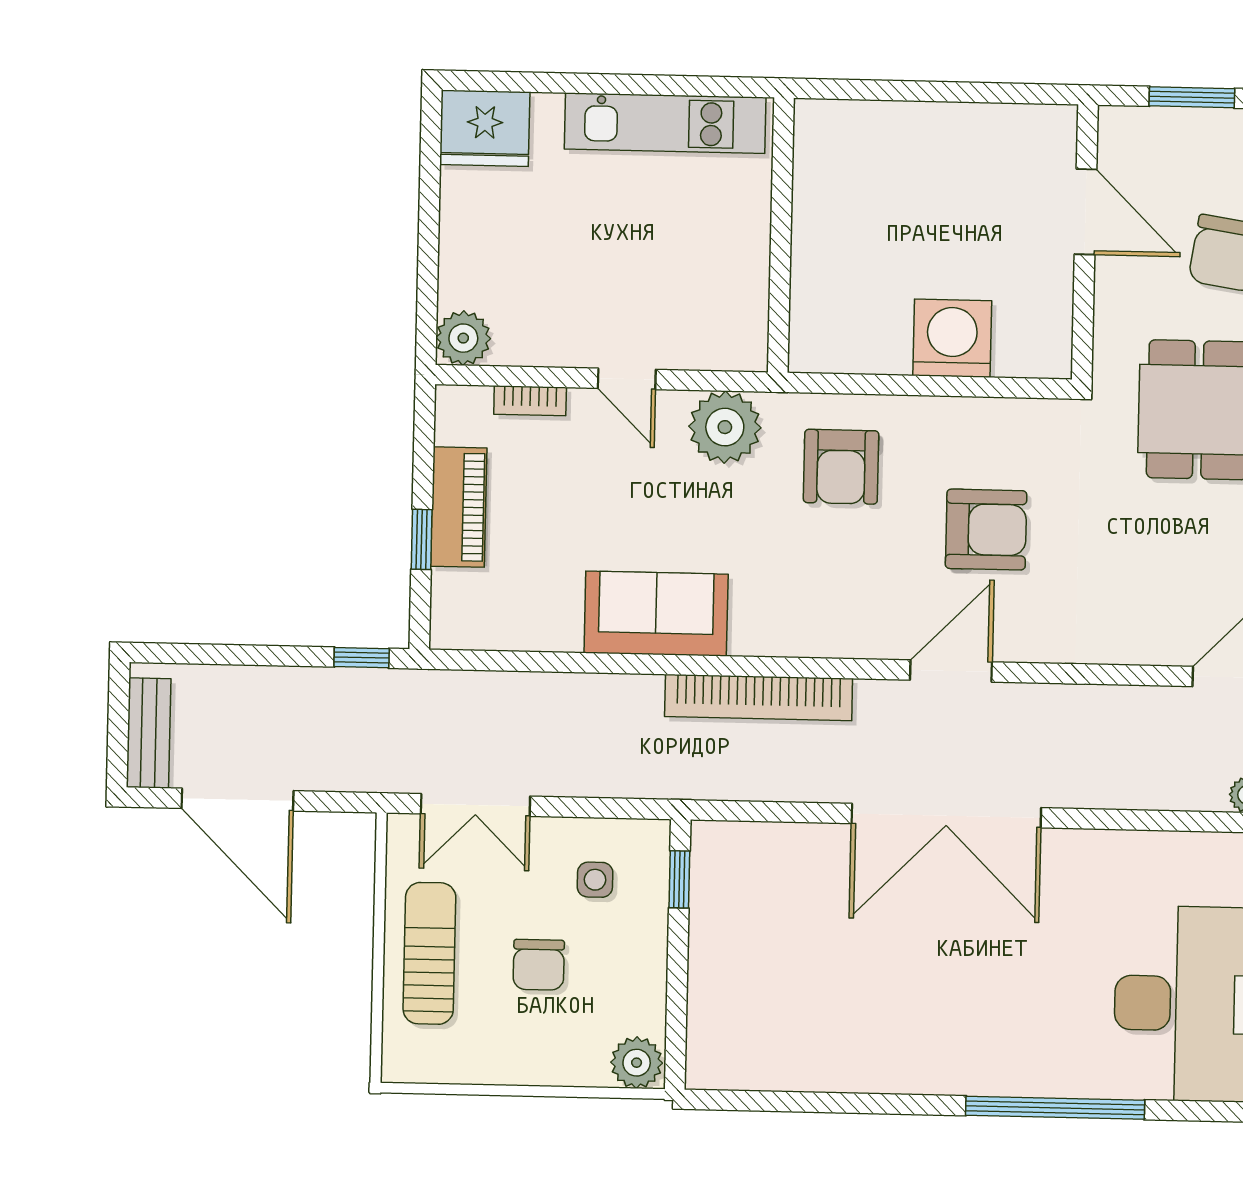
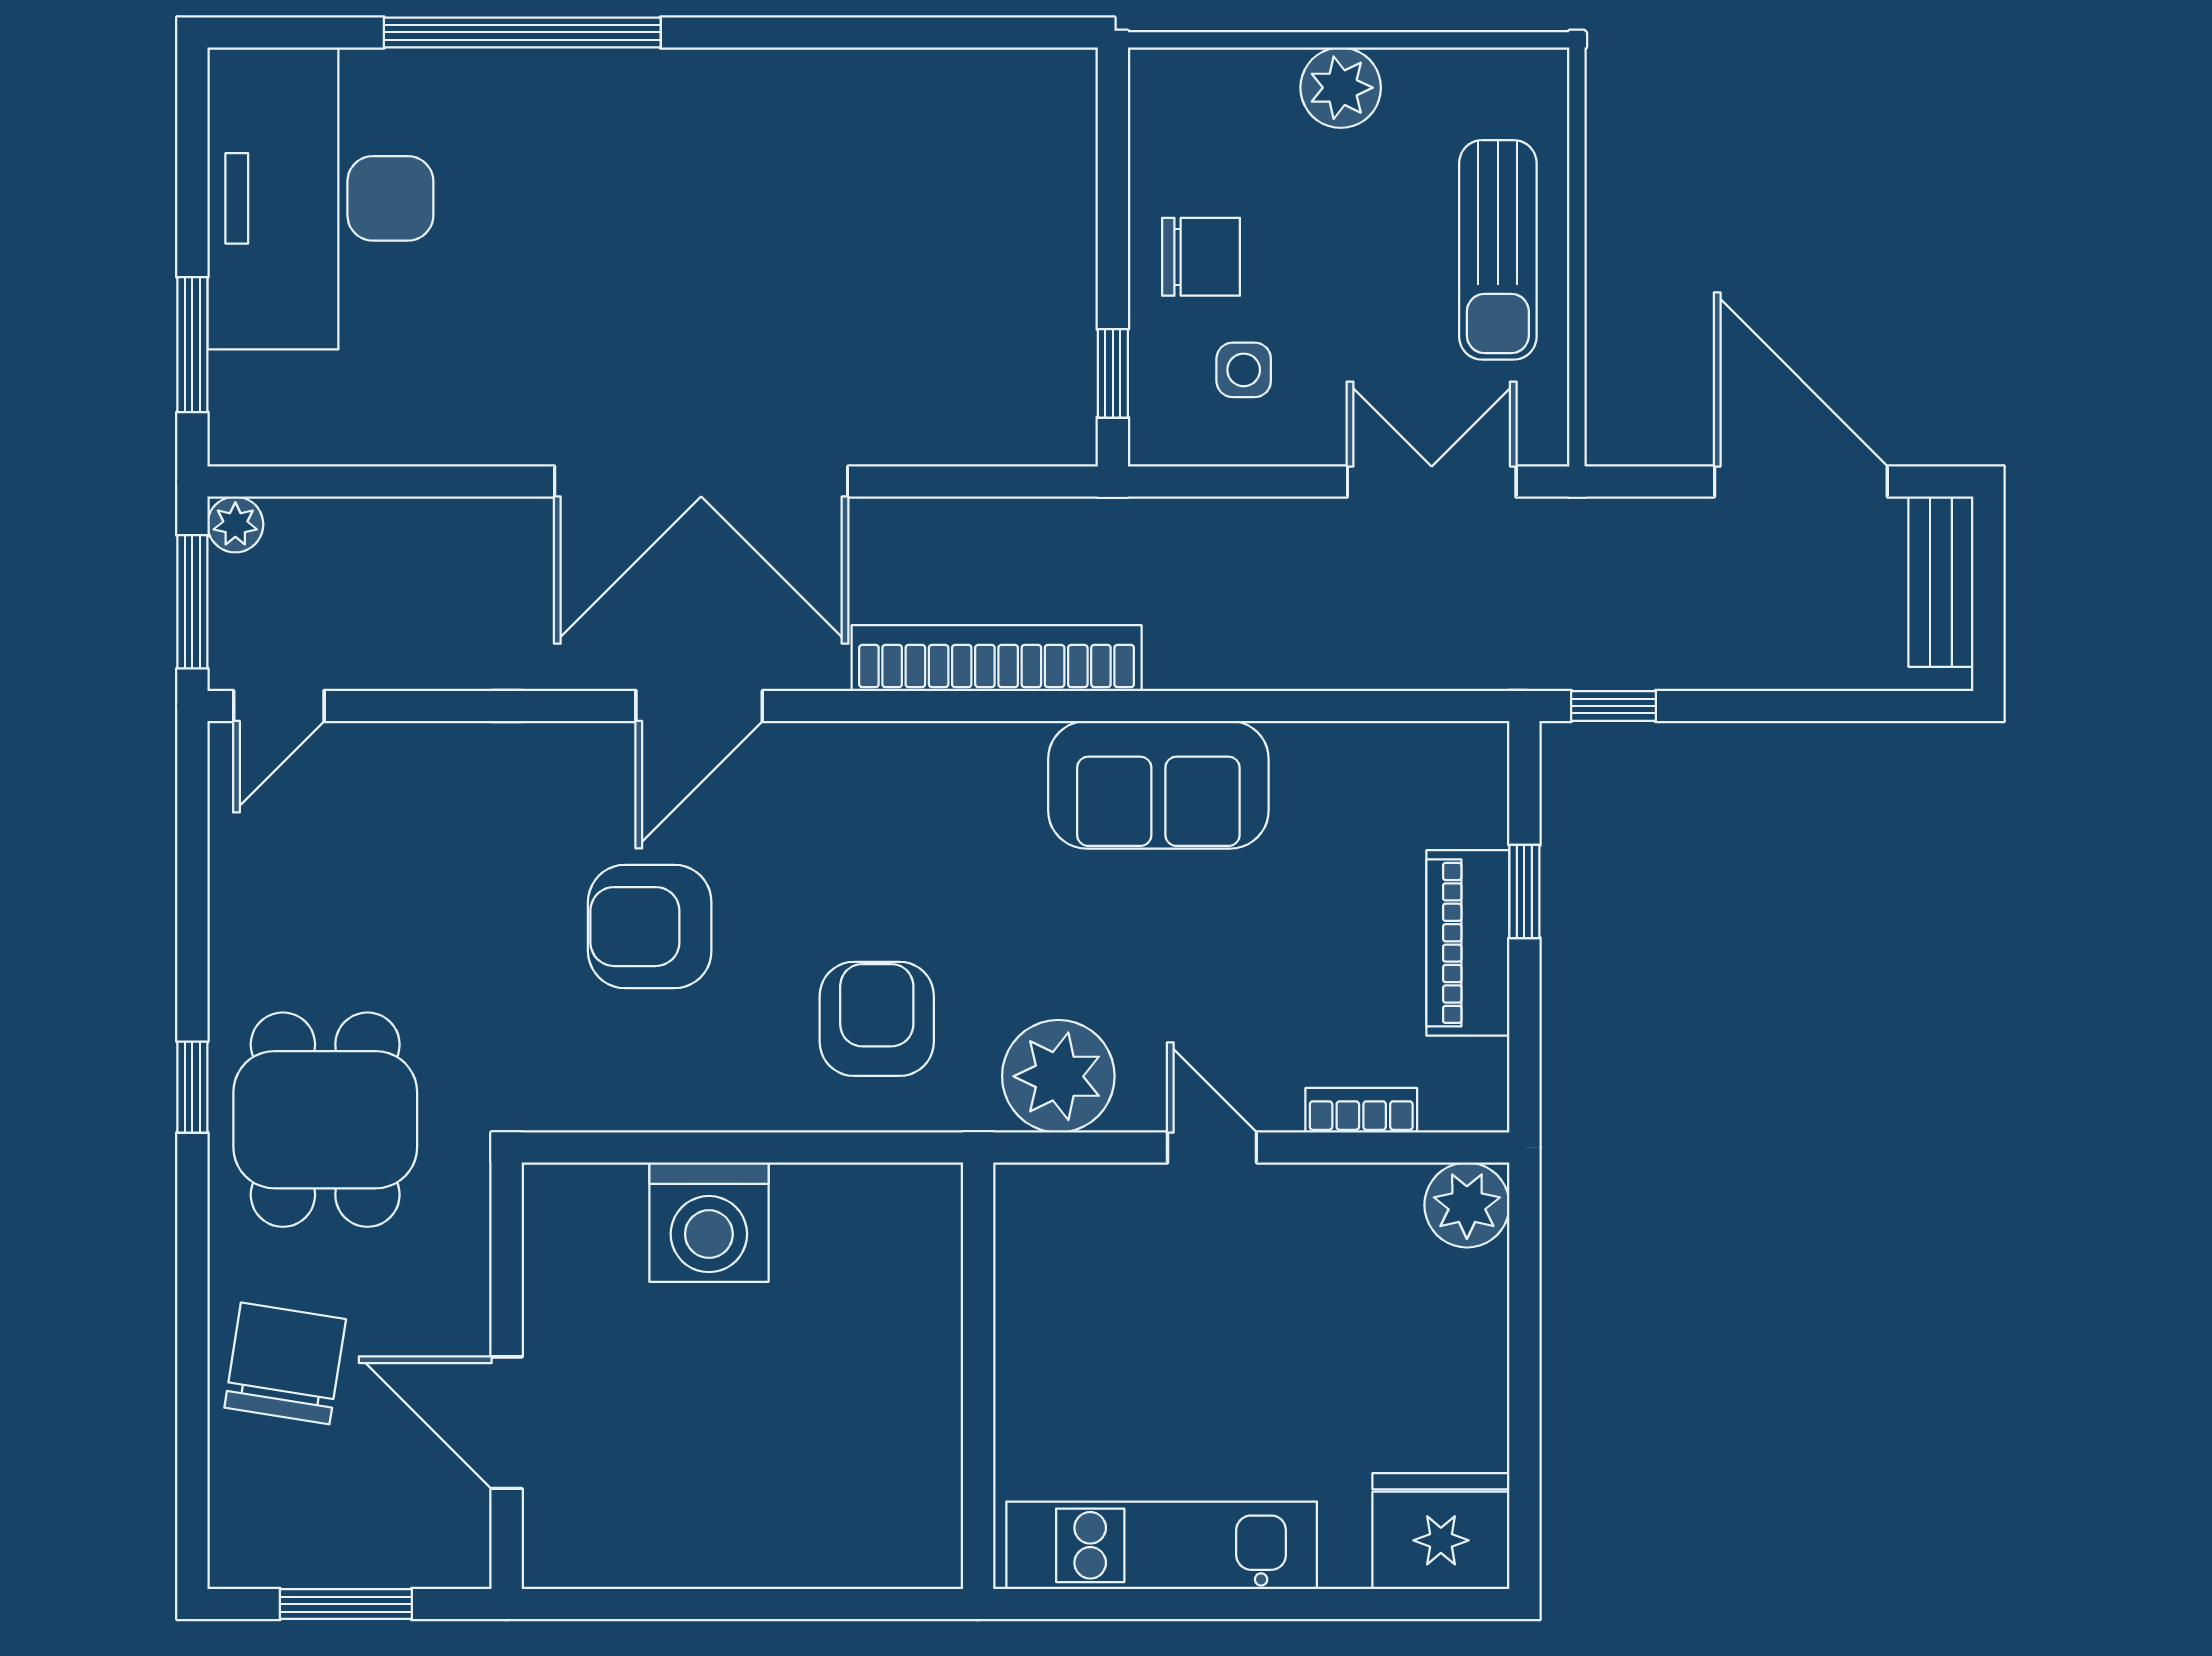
double door: (946, 816) -> (701, 481), swing flipped
chair: (539, 965) -> (1201, 257), moved, turned 90
plant: (637, 1063) -> (1341, 88), moved

